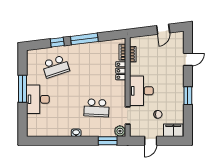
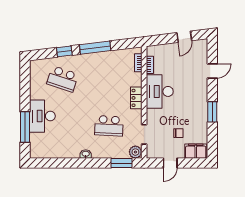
school desk: (56, 66) -> (63, 79), turned 36
locker: (121, 71) -> (136, 98), moved
window: (23, 89) -> (25, 127), moved
desk: (141, 91) -> (160, 91), moved

